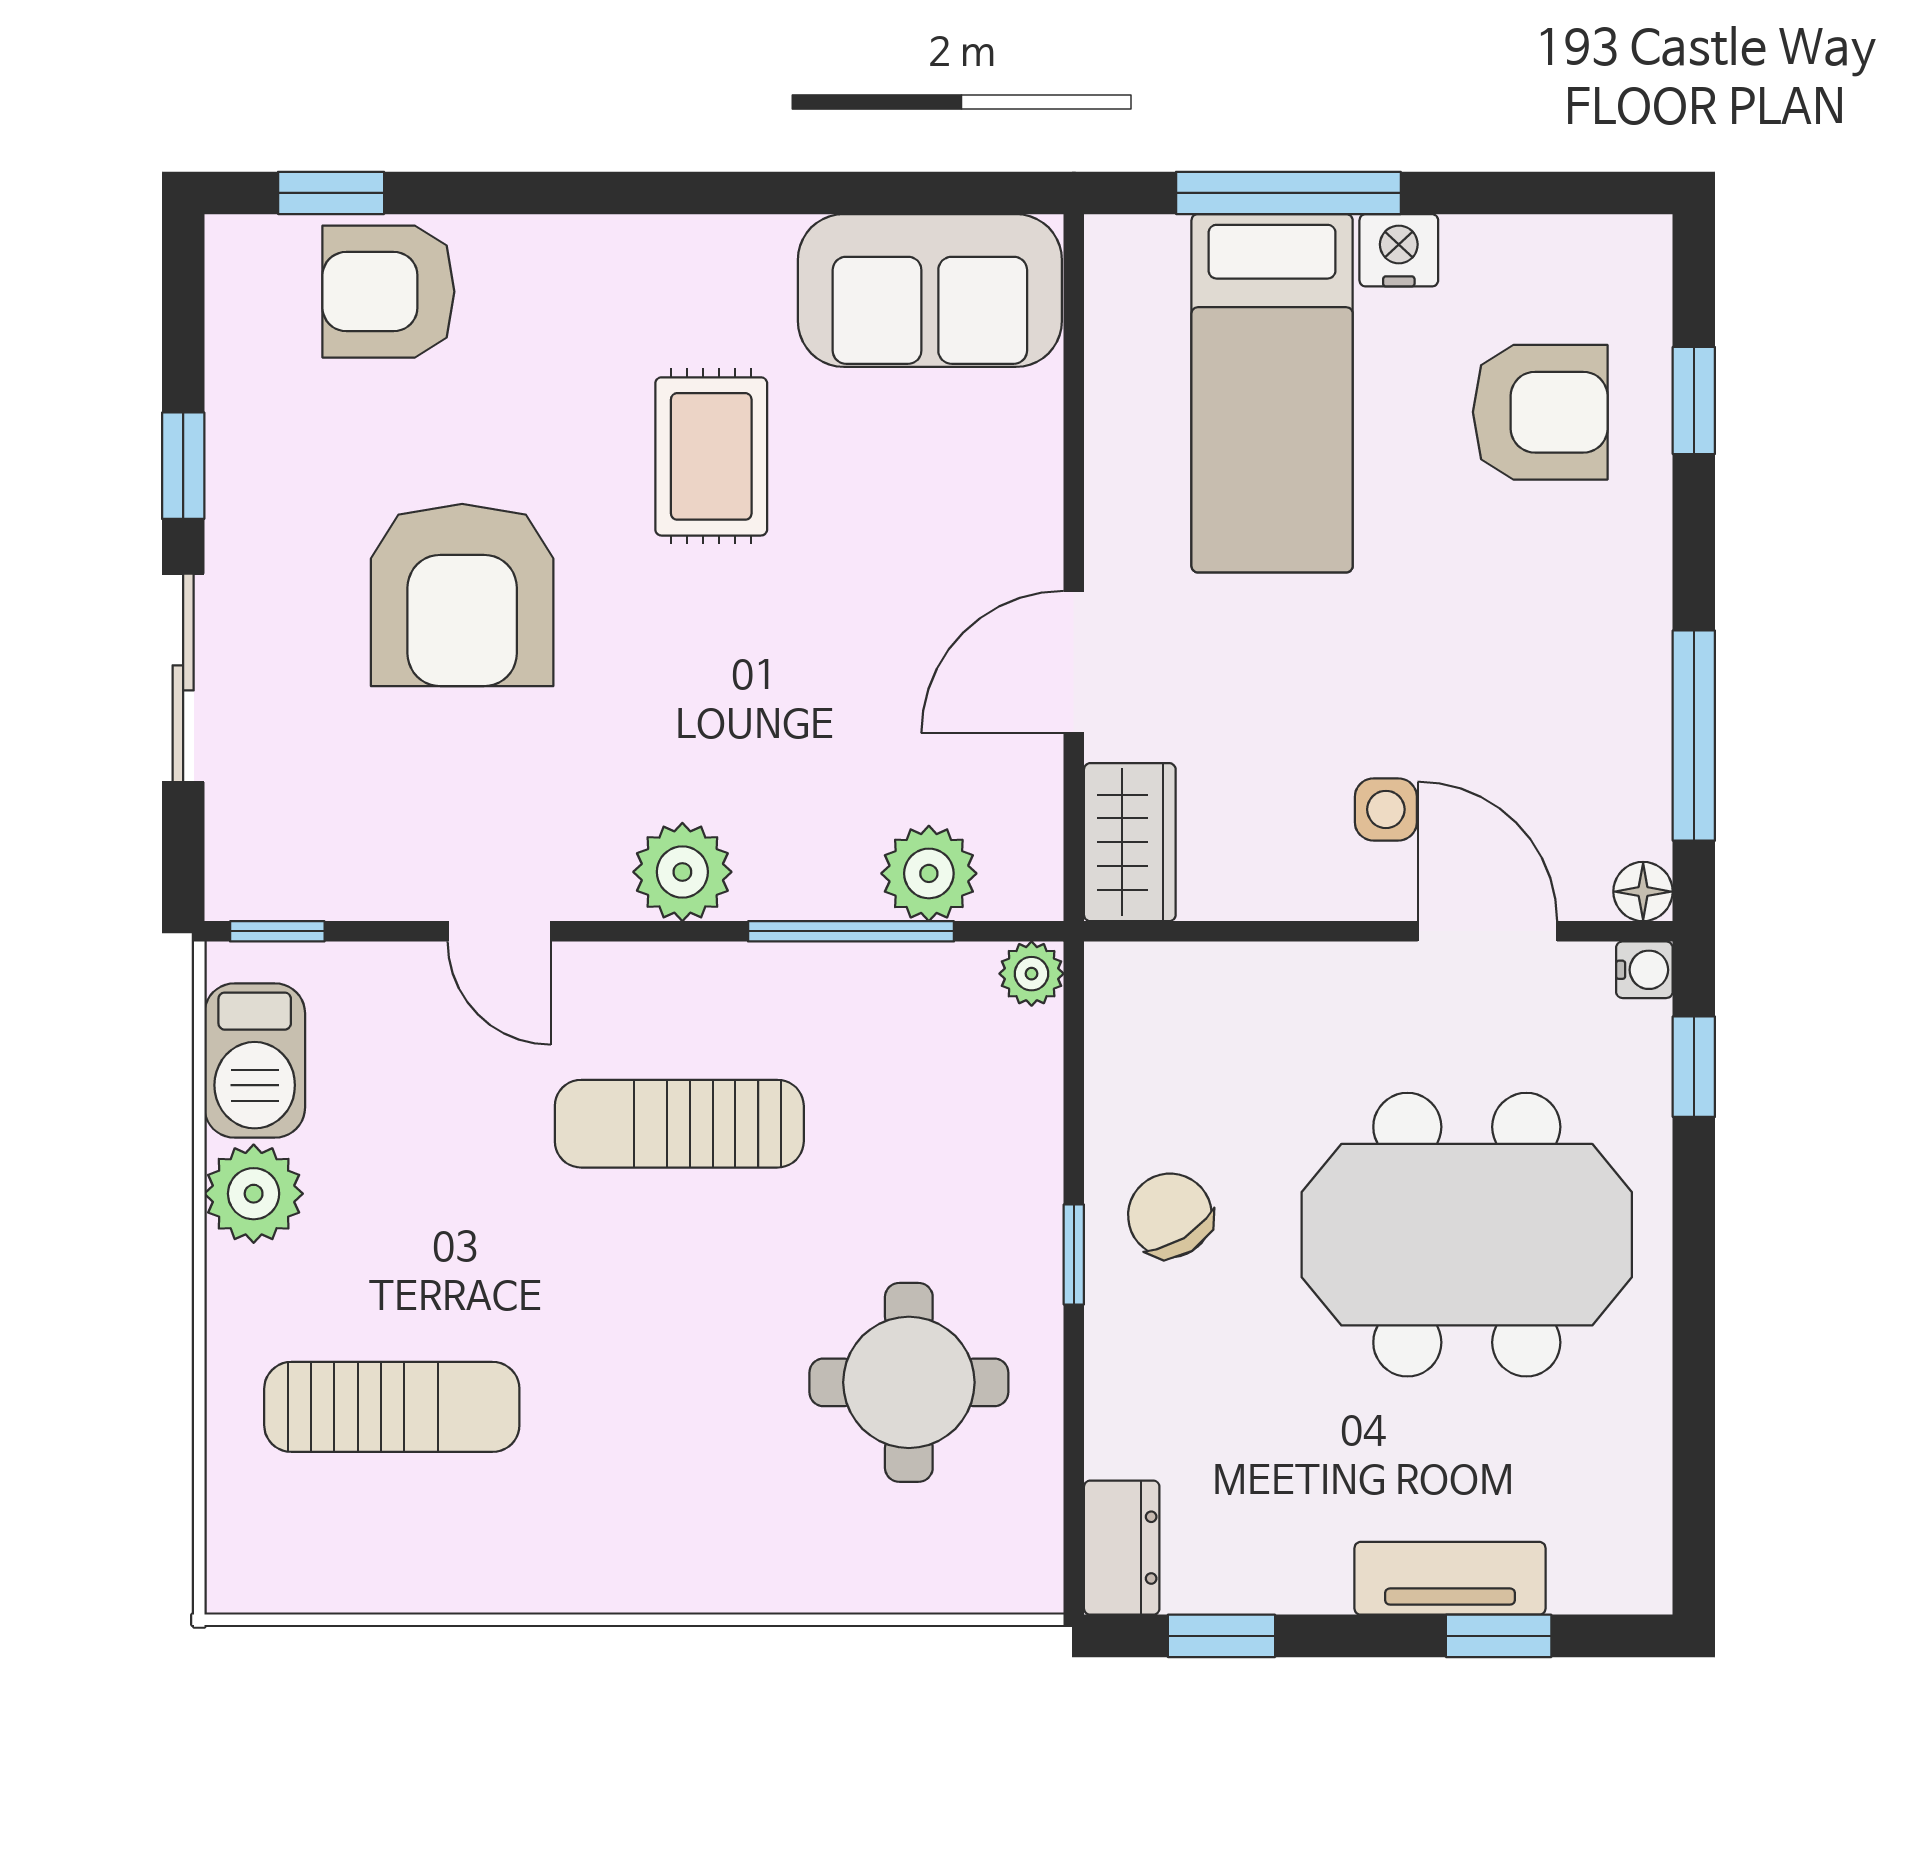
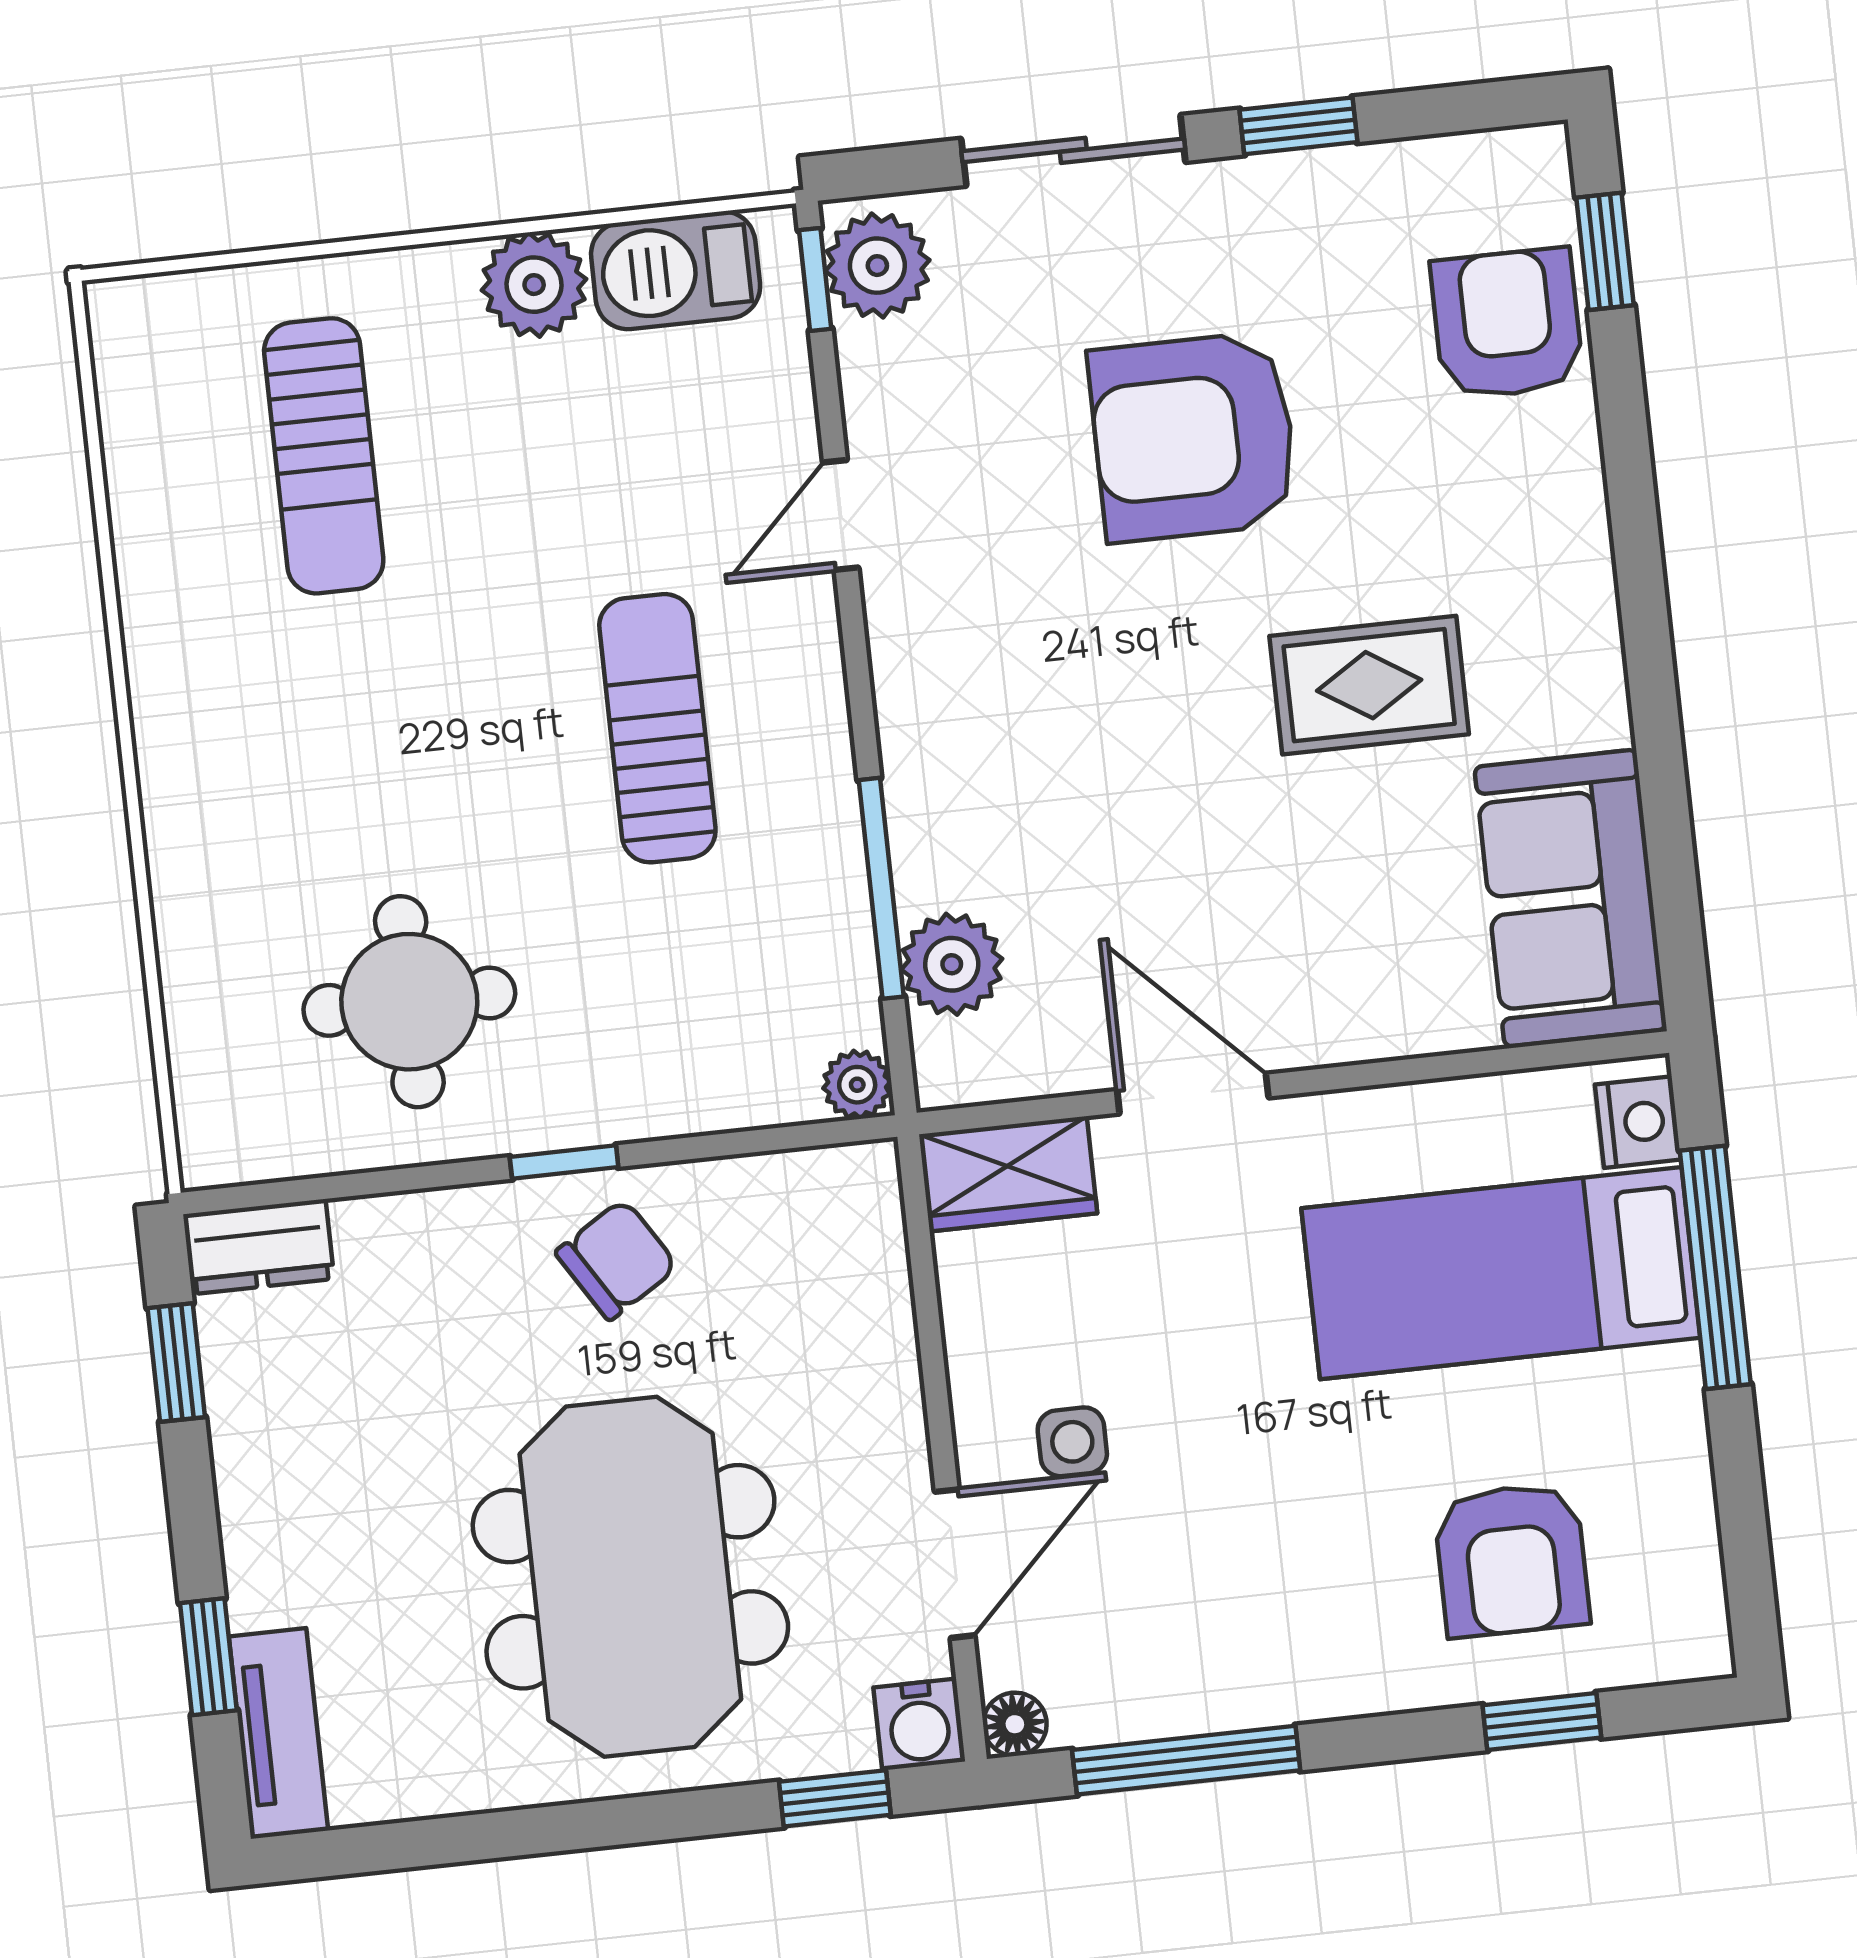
nightstand: (1399, 250) -> (1638, 1122), moved
plant: (682, 872) -> (877, 266), moved
water cooler: (1644, 970) -> (919, 1724), width x1.38, depth x1.38
tv unit: (1450, 1578) -> (278, 1733), moved

